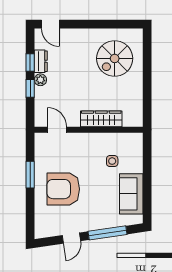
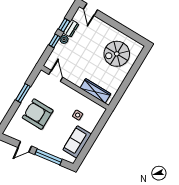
wardrobe: (101, 119) -> (95, 91), moved

